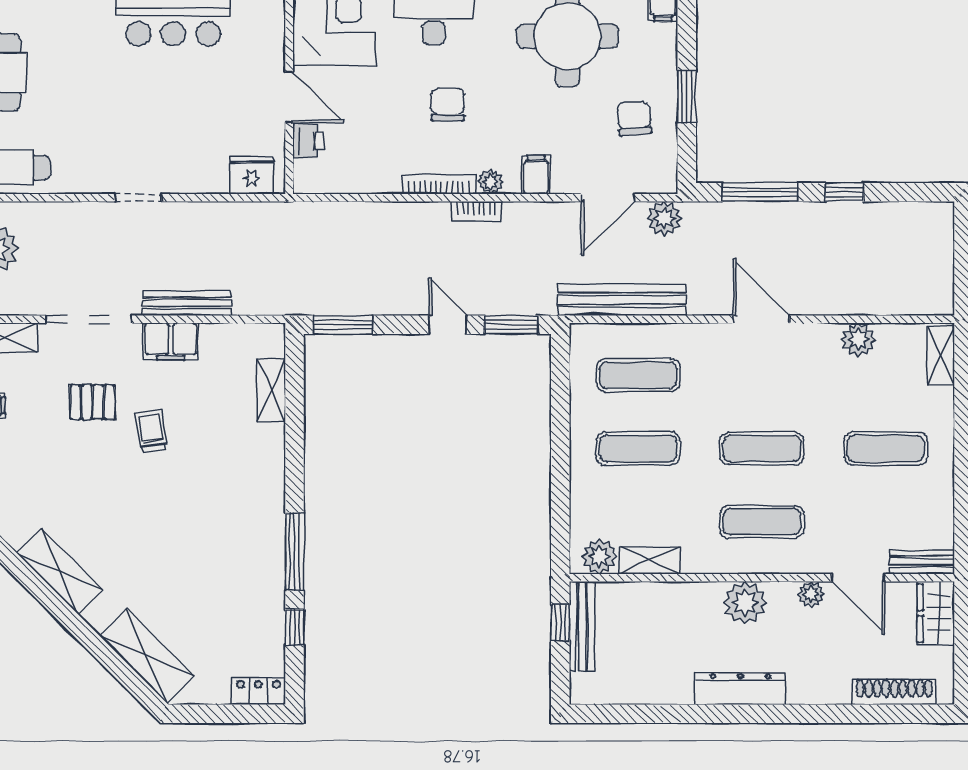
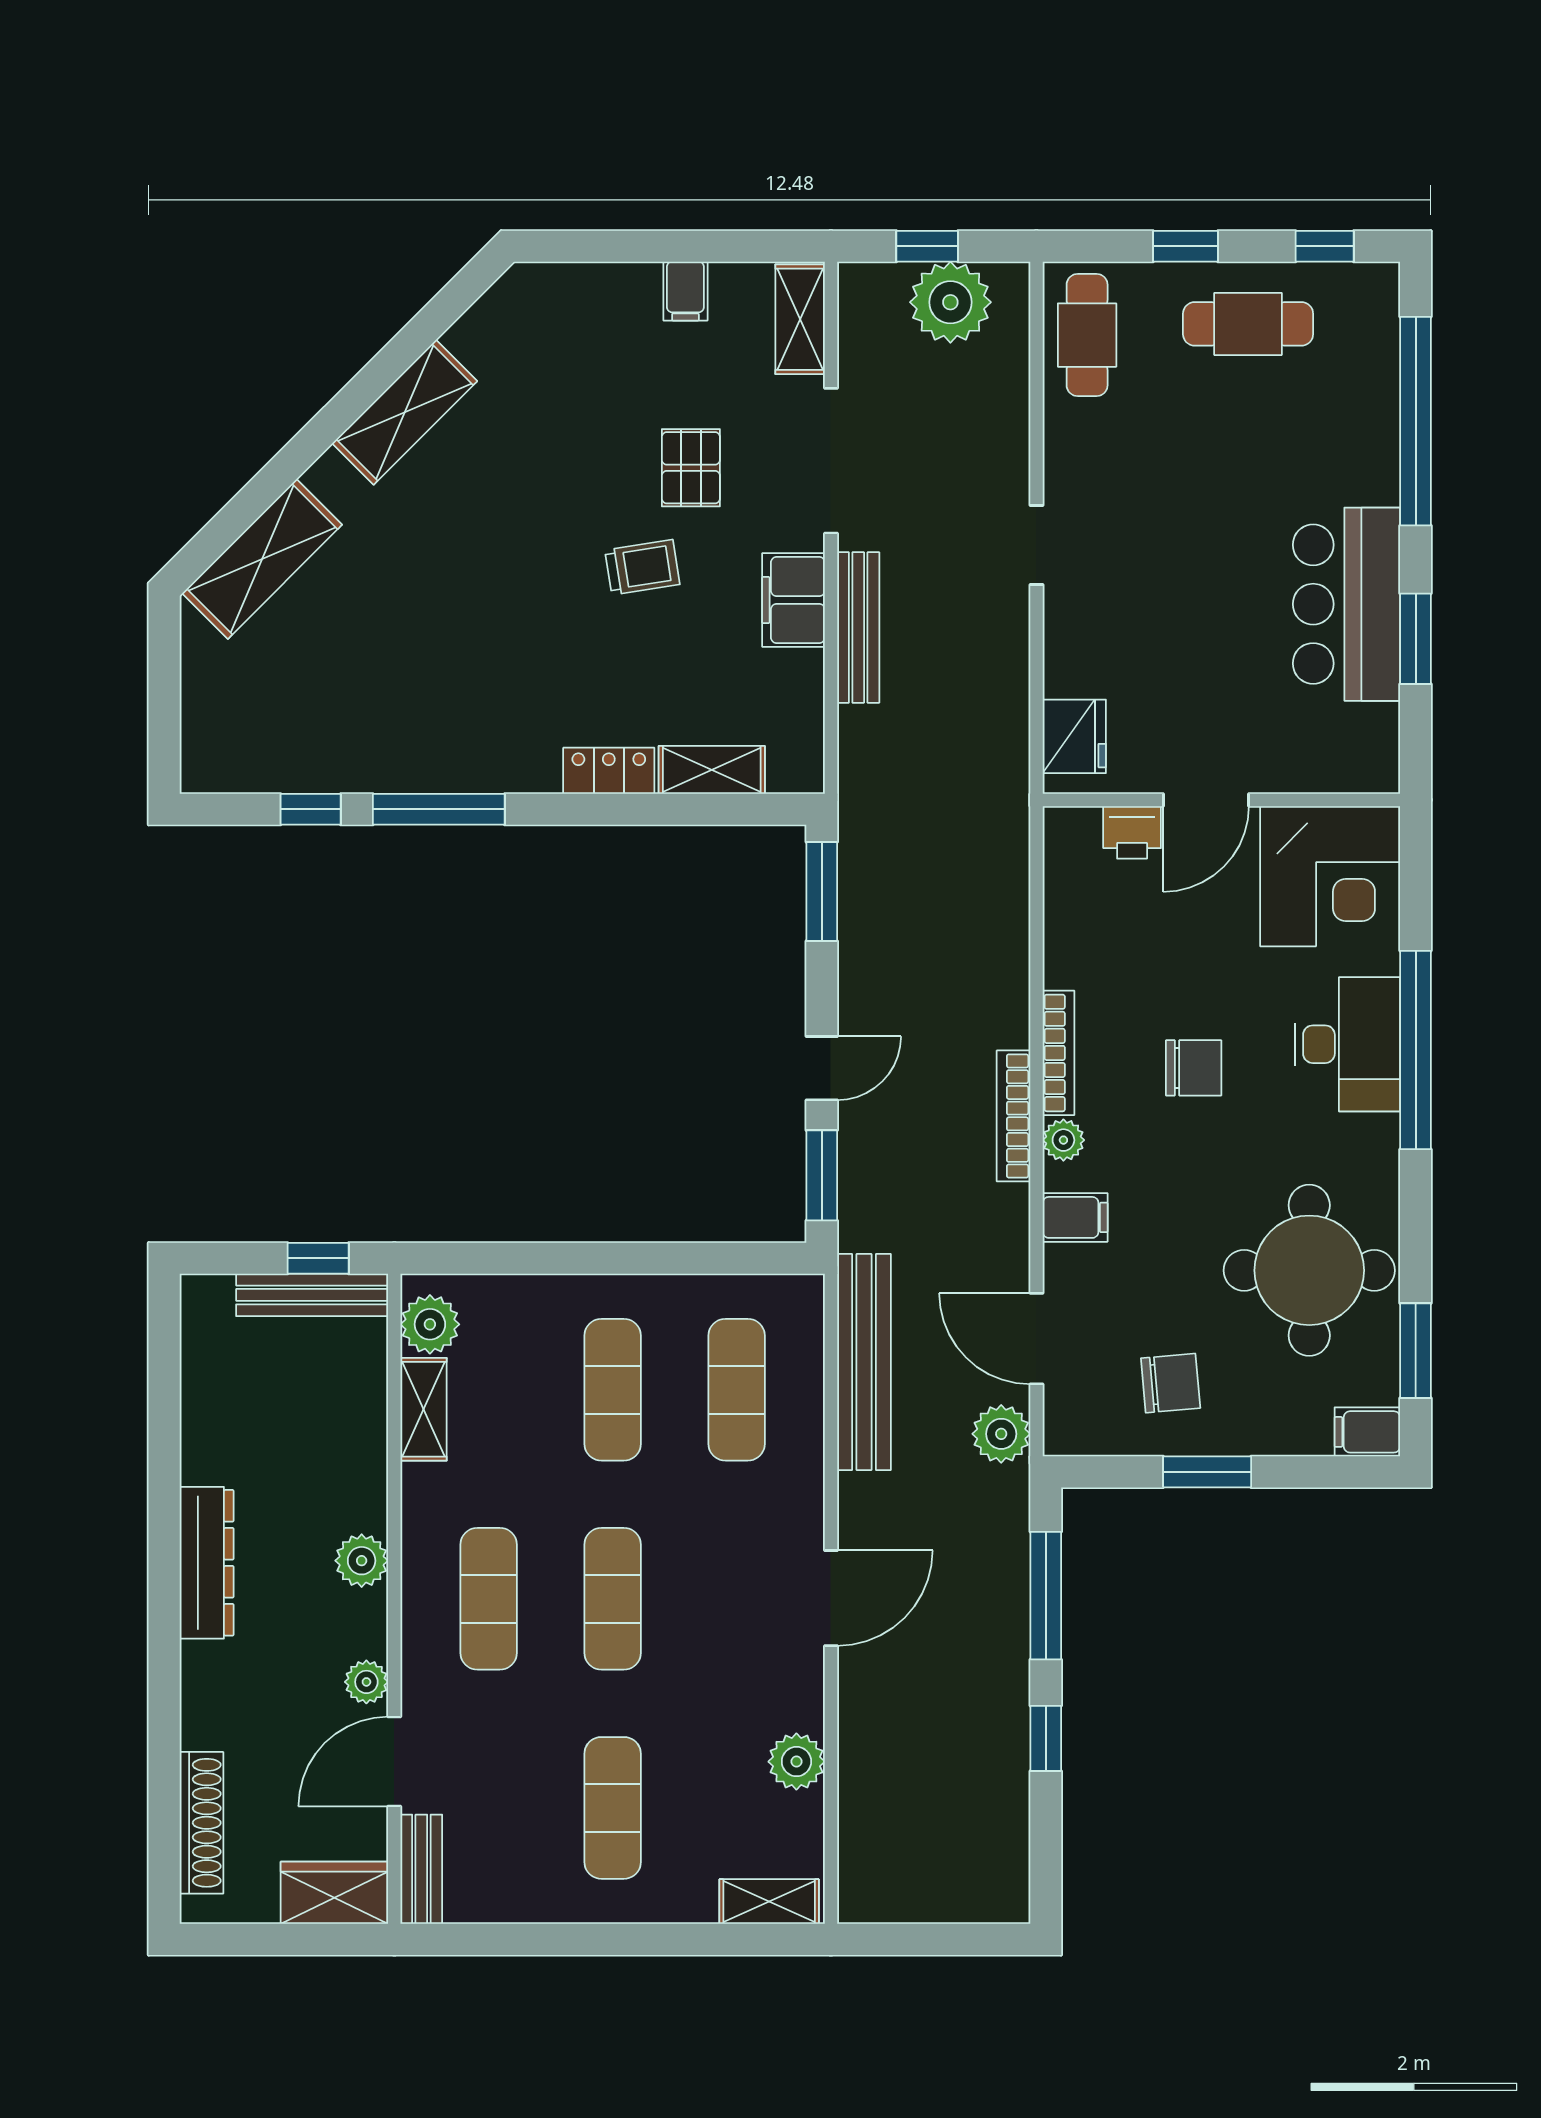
bookcase: (476, 211) -> (1014, 1116), width x1.56
plant: (745, 603) -> (362, 1561), width x0.73, depth x0.73
locker: (258, 691) -> (609, 771), moved, turned -90

